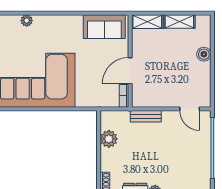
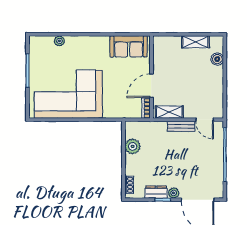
shelving: (147, 22) -> (169, 112), moved
boiler: (204, 54) -> (217, 59), moved
bench: (146, 116) -> (181, 126), moved

